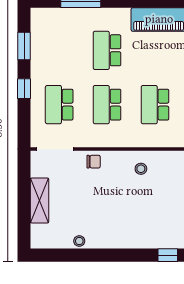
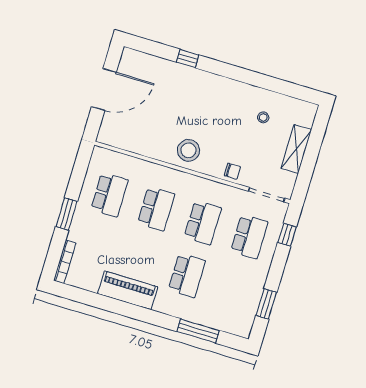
window: (24, 89) -> (287, 235), moved
chair: (94, 162) -> (232, 171), turned 180
stool: (141, 169) -> (188, 150), width x1.89, depth x1.89
stool: (79, 241) -> (263, 117), moved

